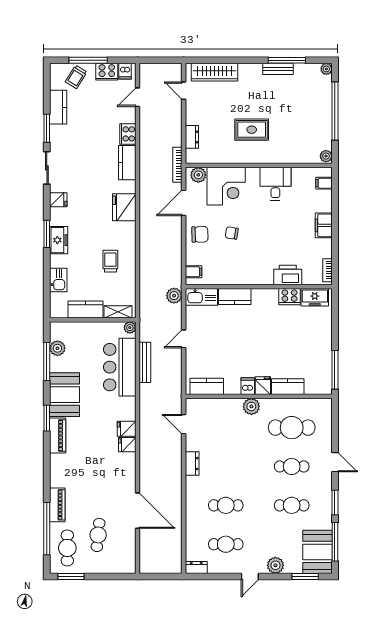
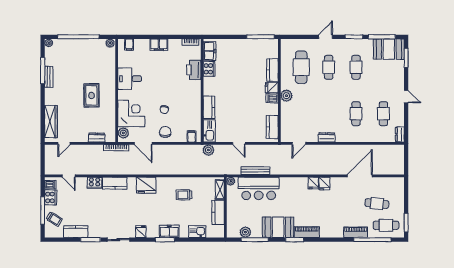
fridge: (127, 429) -> (324, 183), moved
plant: (275, 565) -> (398, 79), removed

